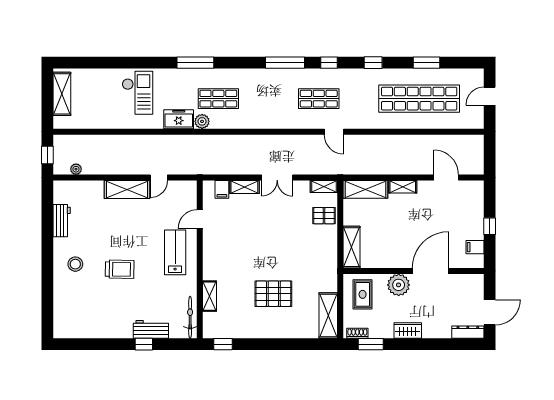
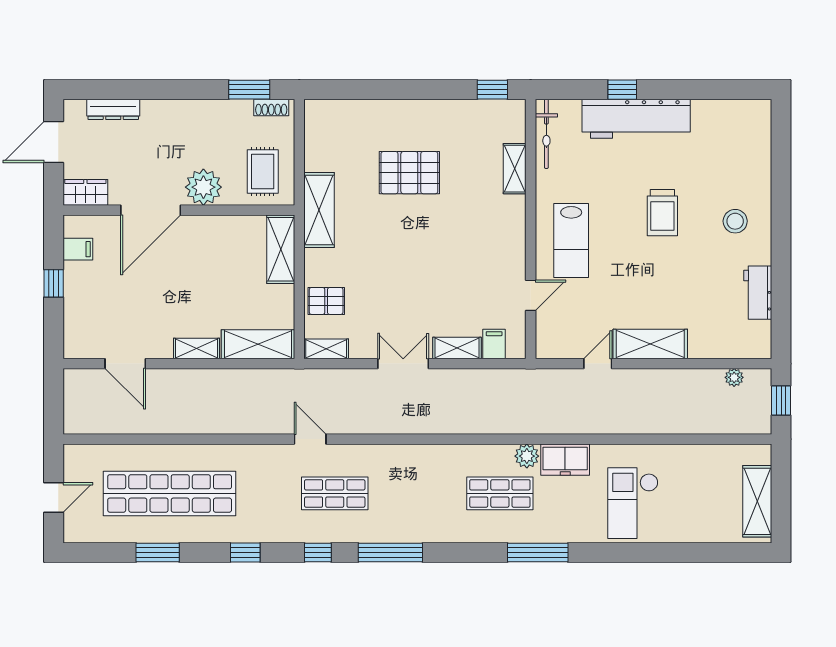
trolley: (120, 269) -> (662, 213), turned -91
shelving: (328, 316) -> (319, 210), moved
workbench: (151, 329) -> (636, 119), width x1.88, depth x1.32
wardrobe: (408, 331) -> (85, 192), moved, turned 180
dresser: (468, 332) -> (113, 109), moved

